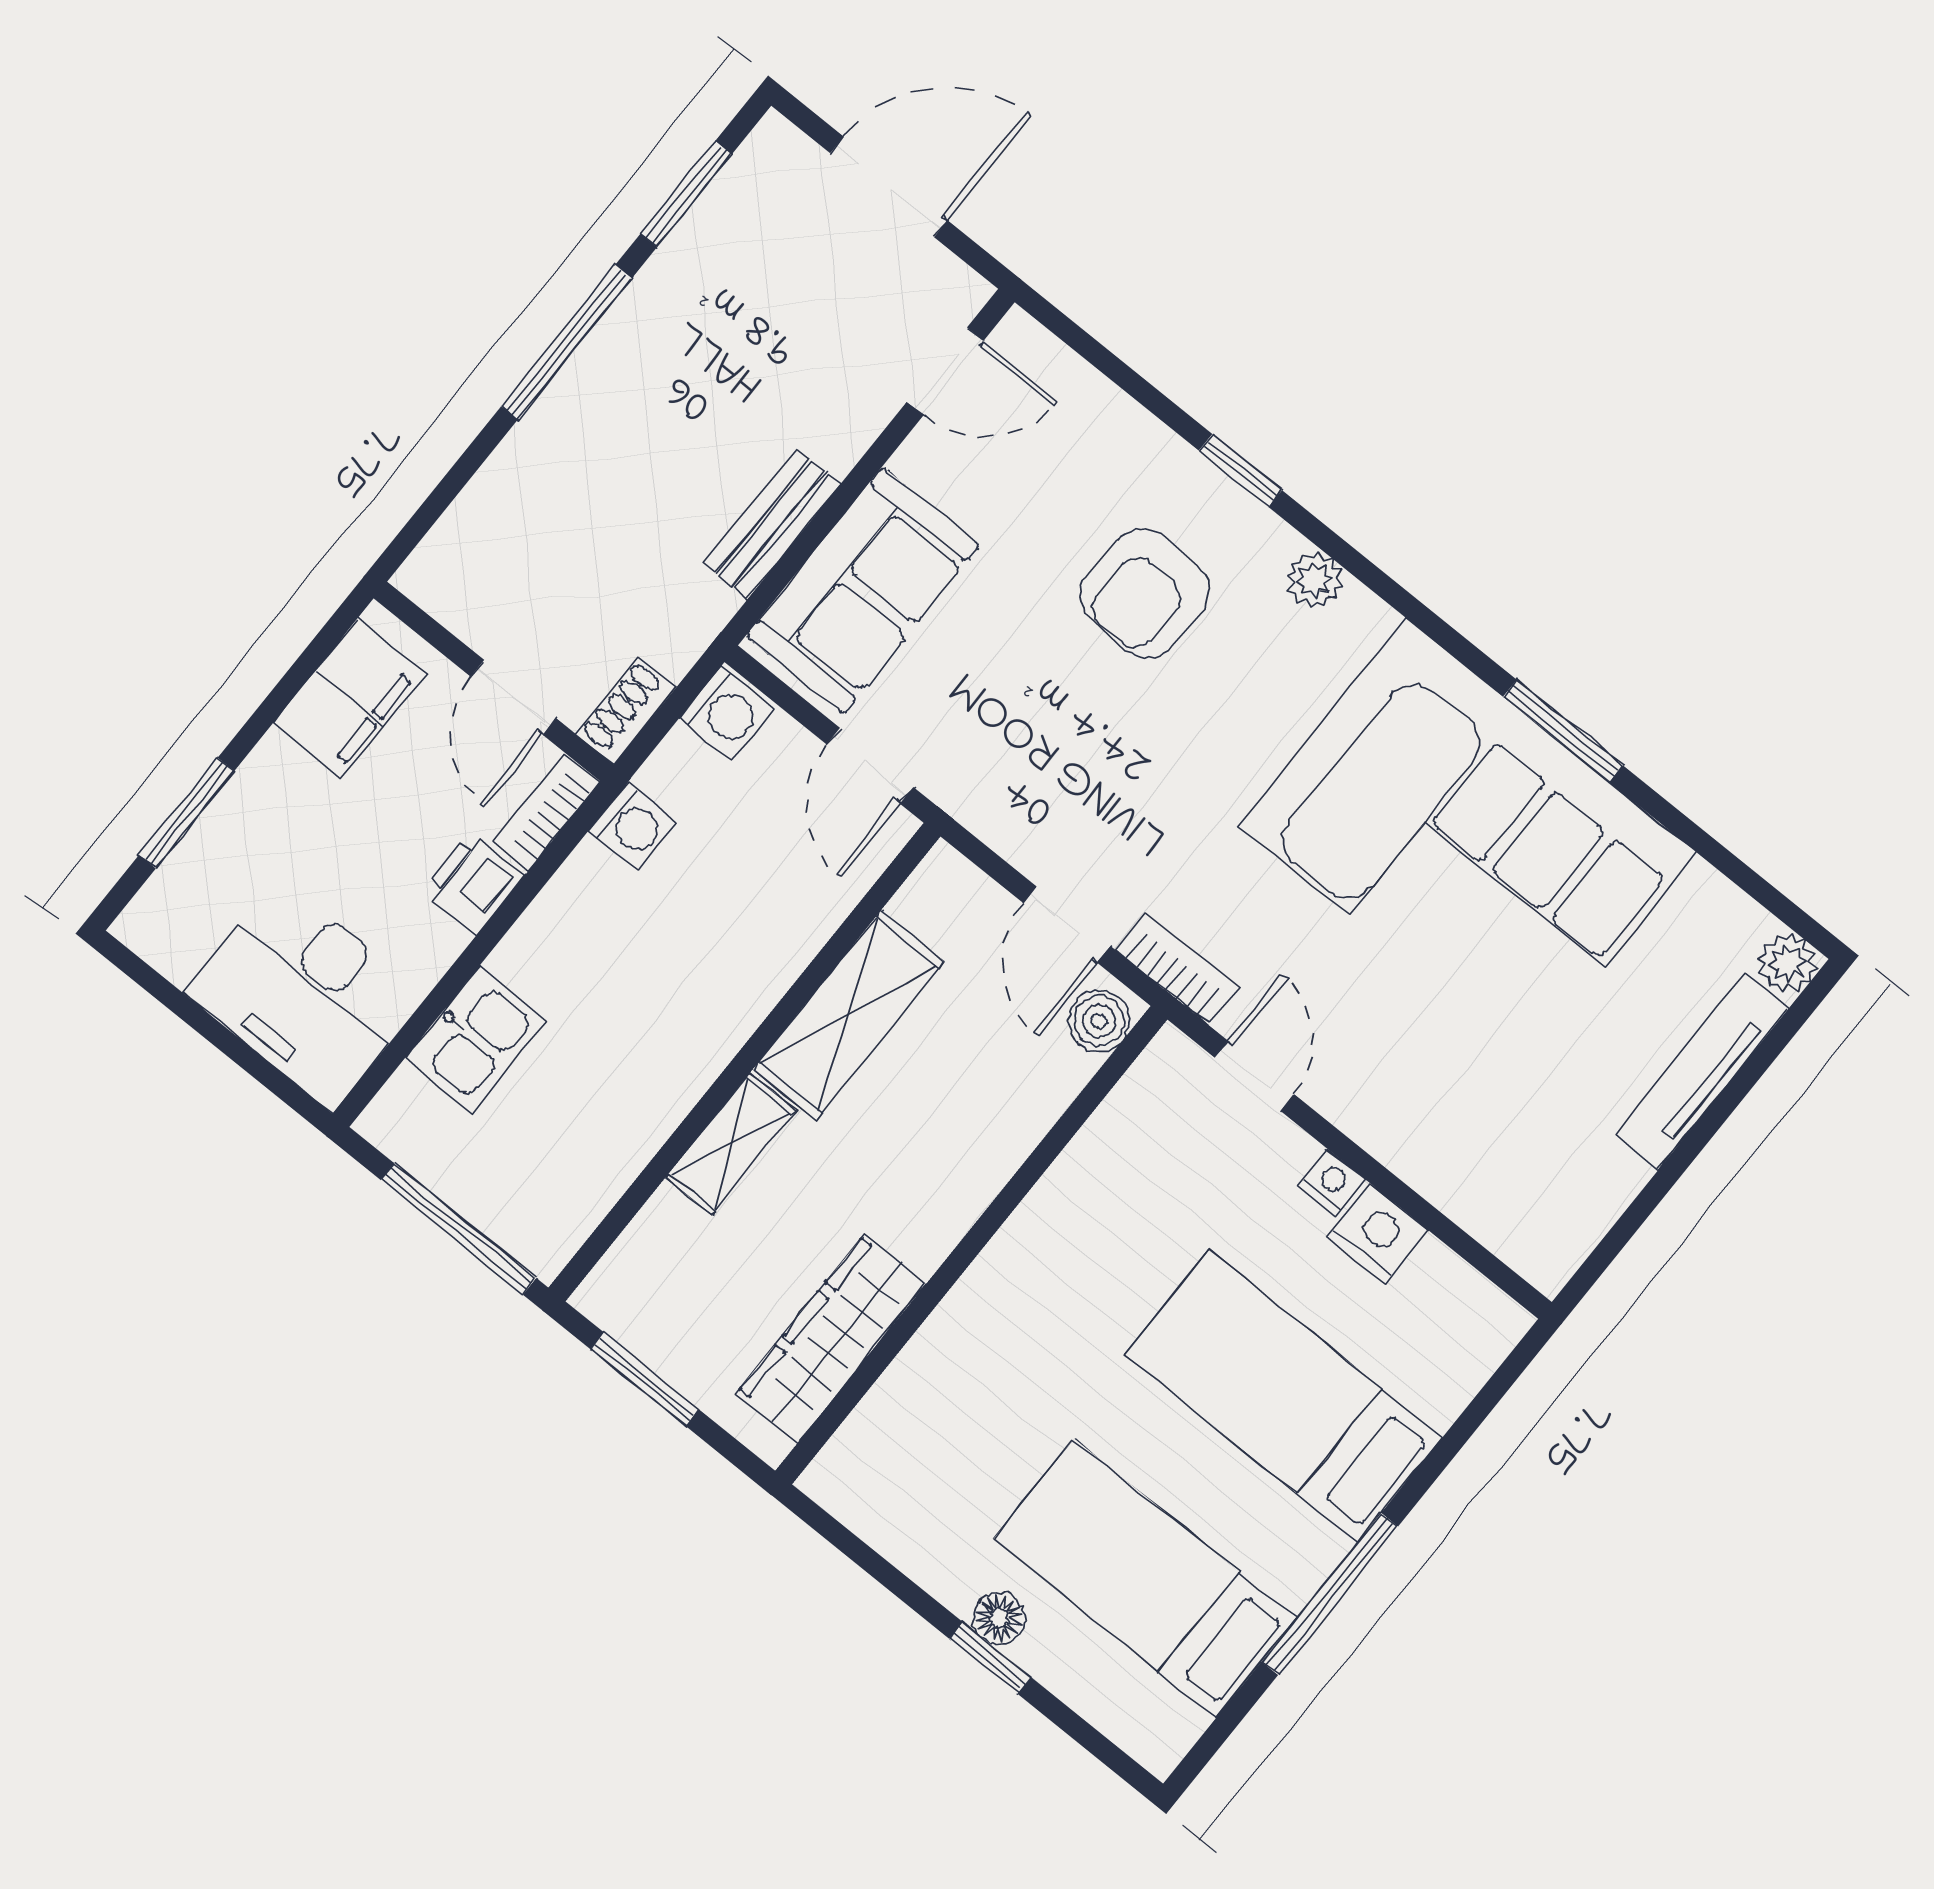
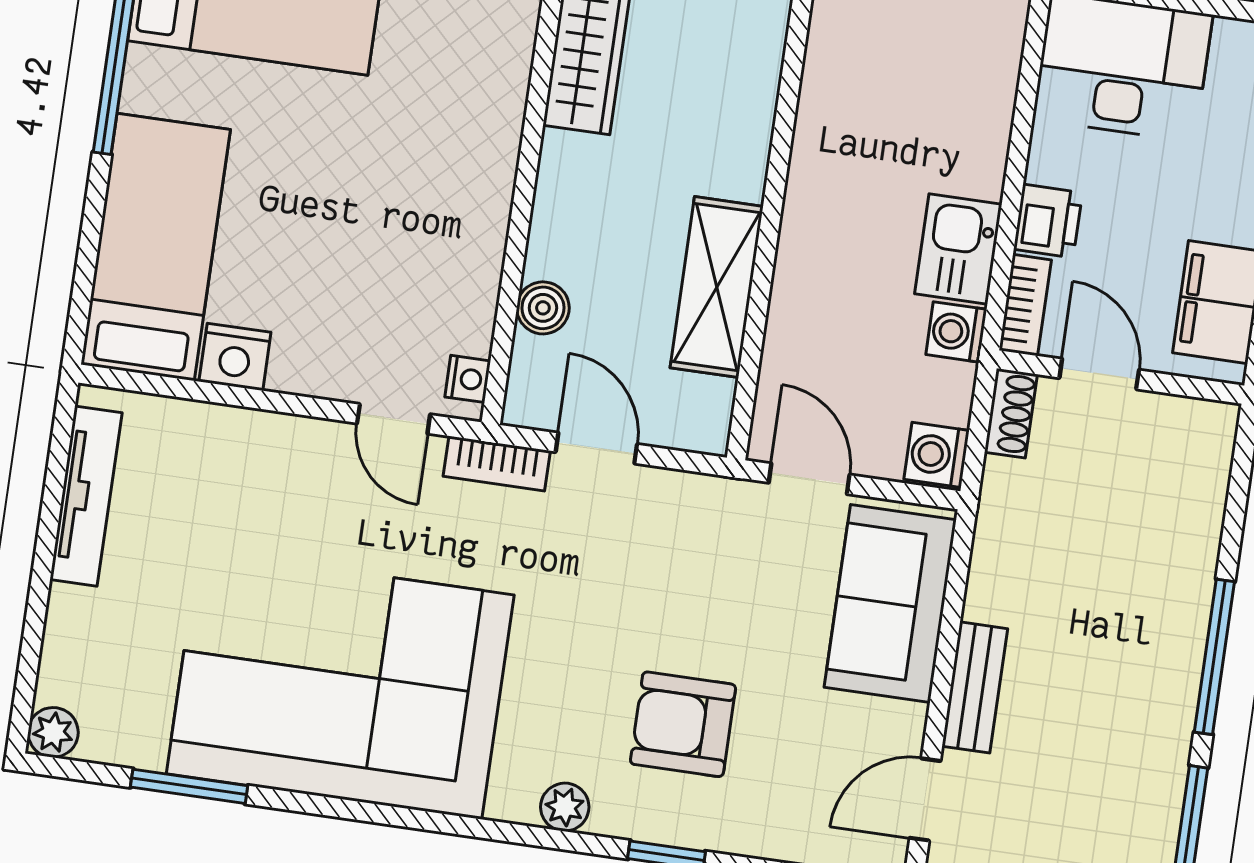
bench: (772, 524) -> (975, 687), moved
armchair: (1145, 593) -> (683, 724), turned -92
window: (1563, 731) -> (189, 786), moved
boiler: (1099, 1021) -> (543, 308), moved
kitchen sink: (476, 1039) -> (958, 249), moved
tv unit: (1701, 1072) -> (86, 496), moved
shelving: (731, 1144) -> (747, 142), removed
nightstand: (1332, 1182) -> (468, 379), moved, turned -90
bed: (1284, 1396) -> (156, 247), moved, turned -90

